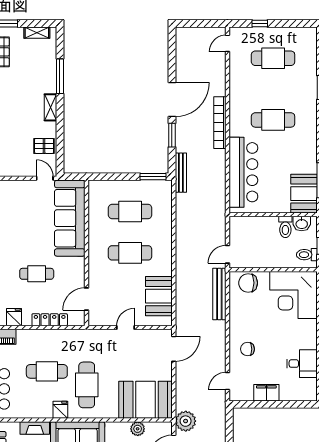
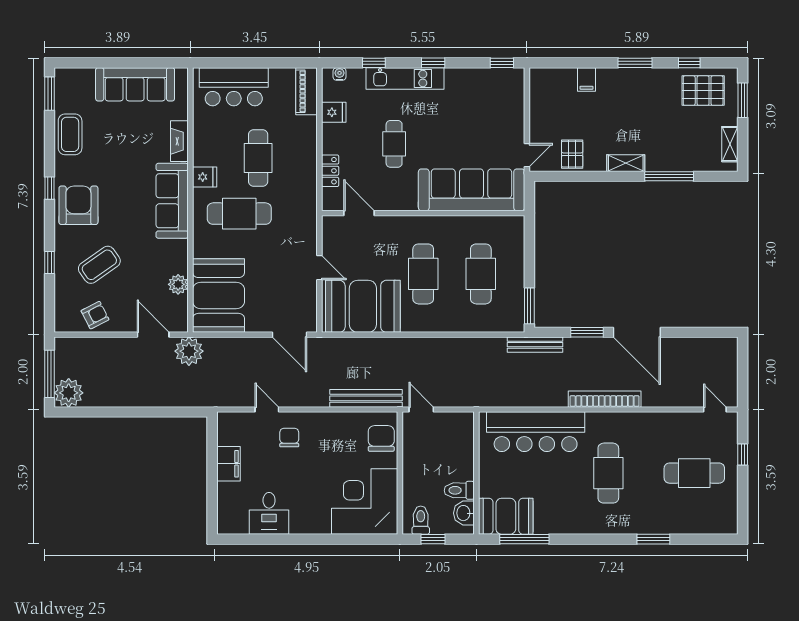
cafe table: (273, 58) -> (694, 473), turned 90
booth: (159, 296) -> (363, 306), width x1.36, depth x1.42
locker: (50, 320) -> (330, 171), width x0.66
door: (227, 381) -> (267, 410), moved

